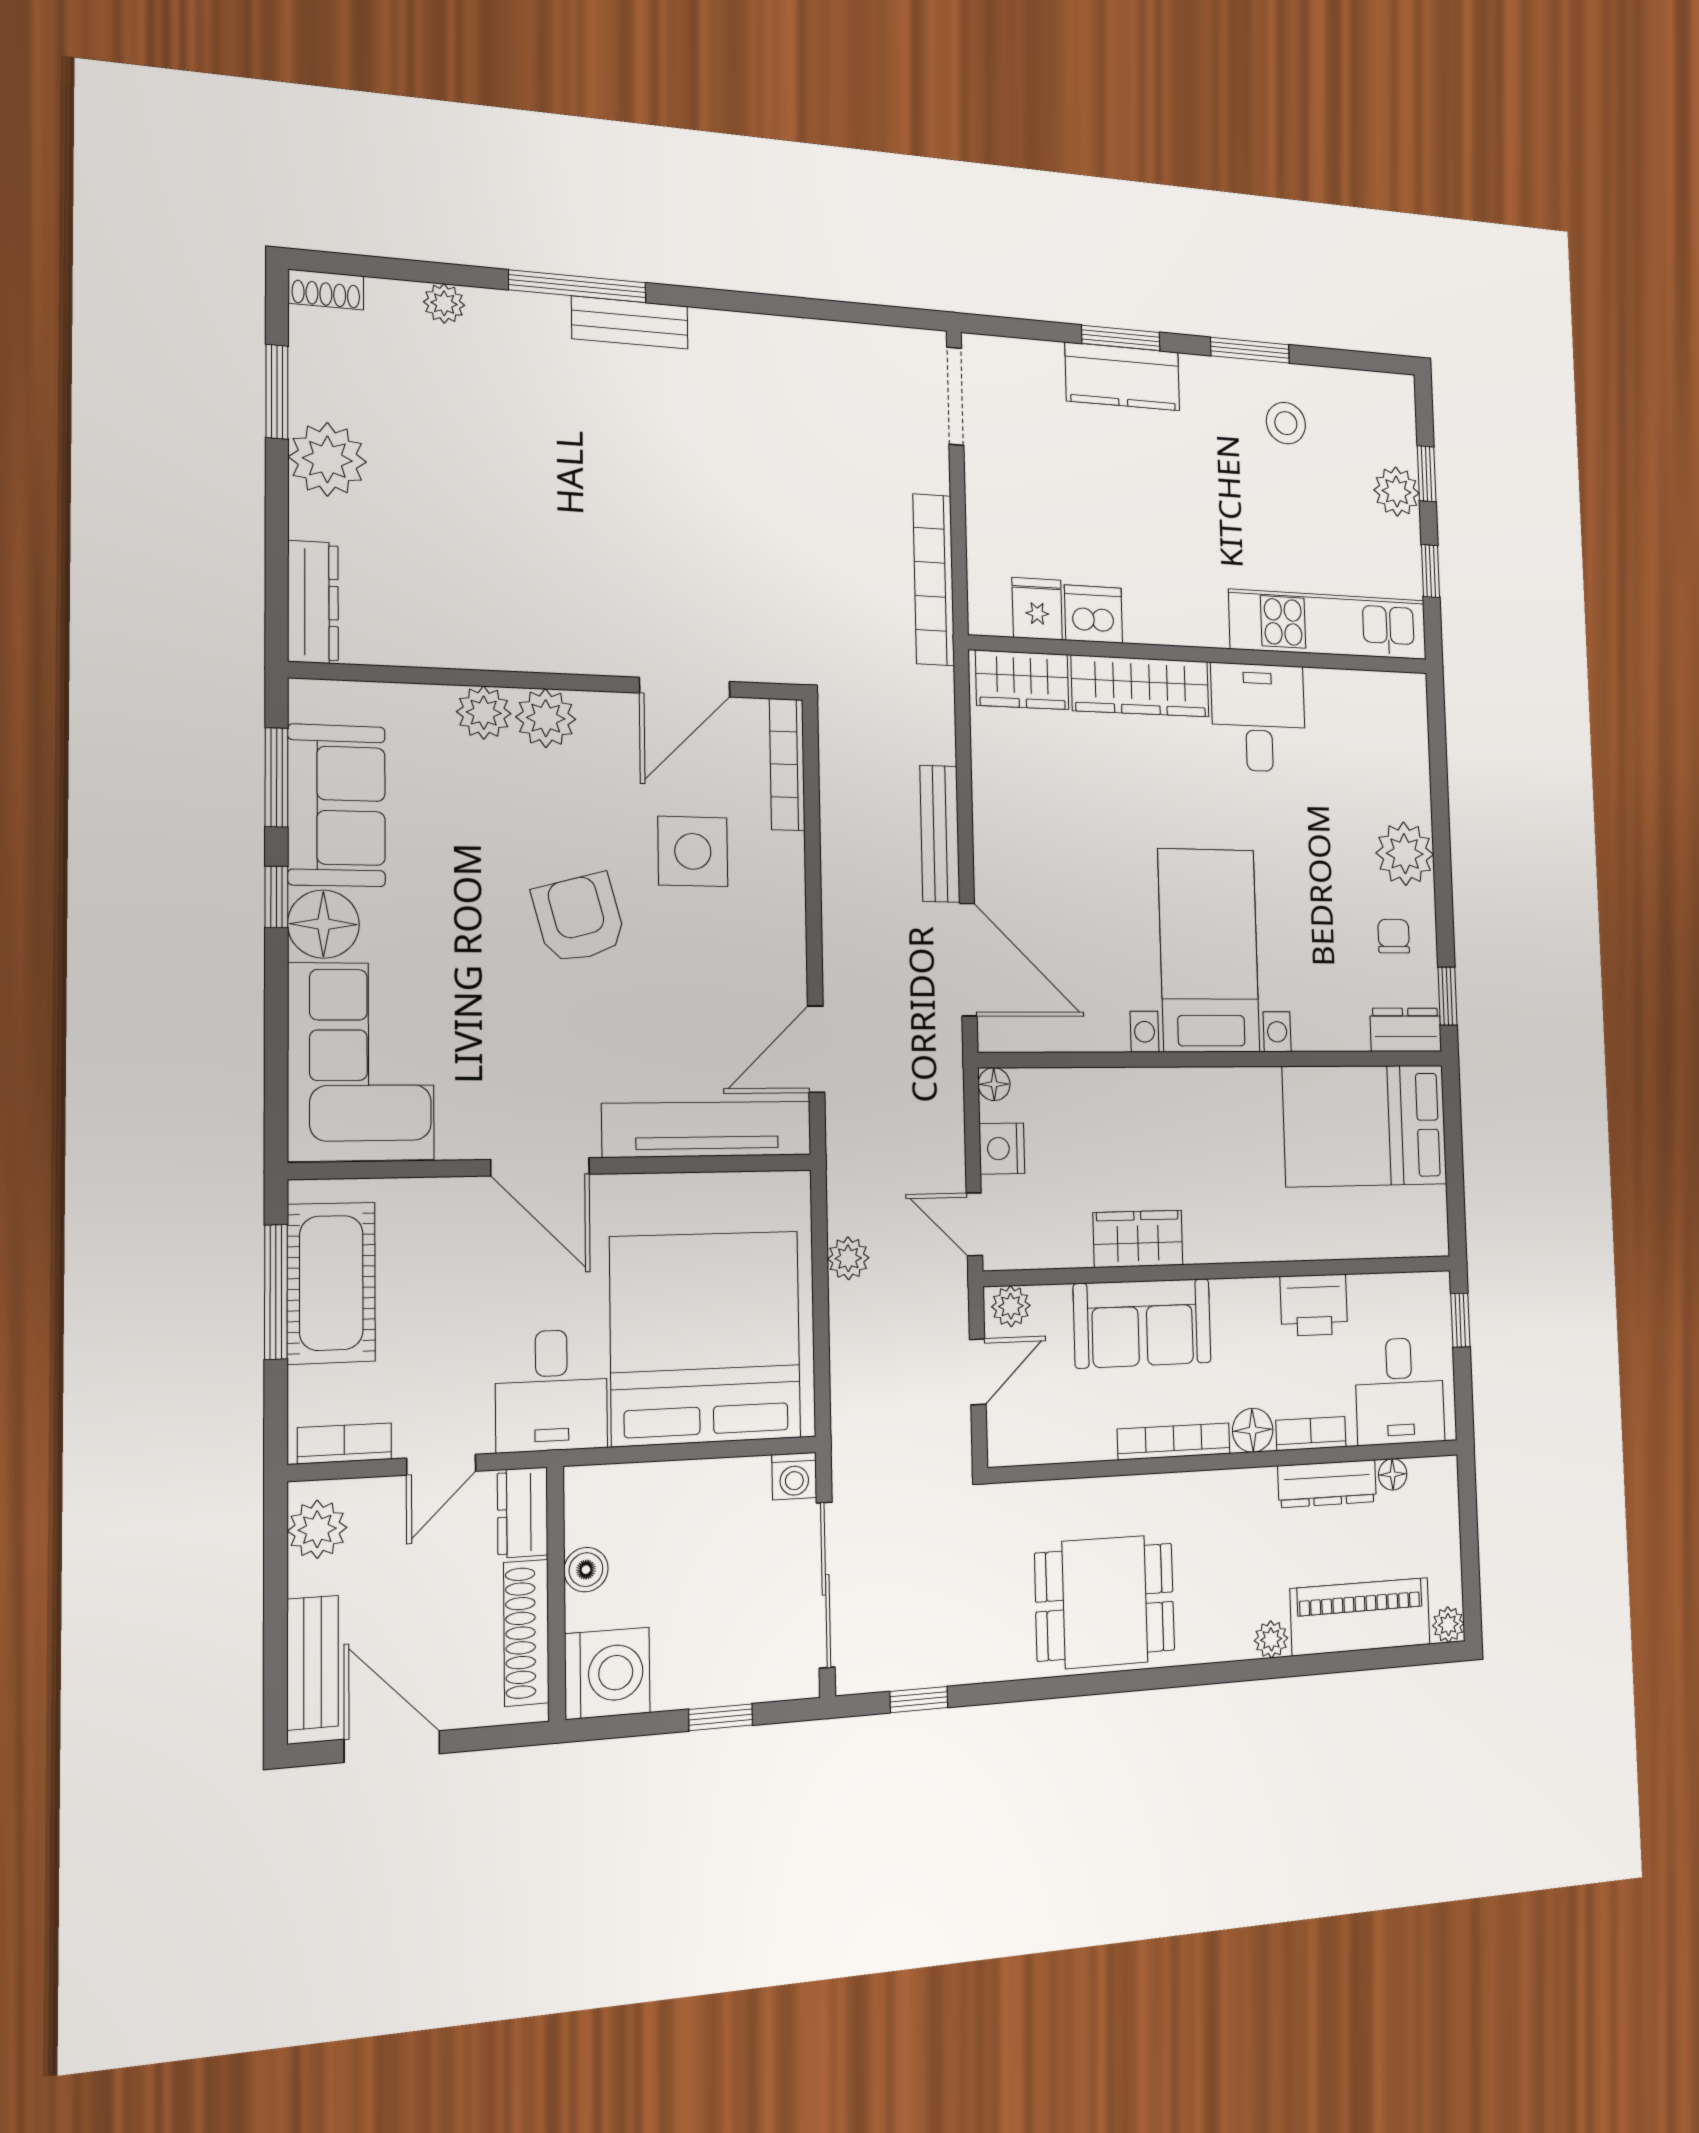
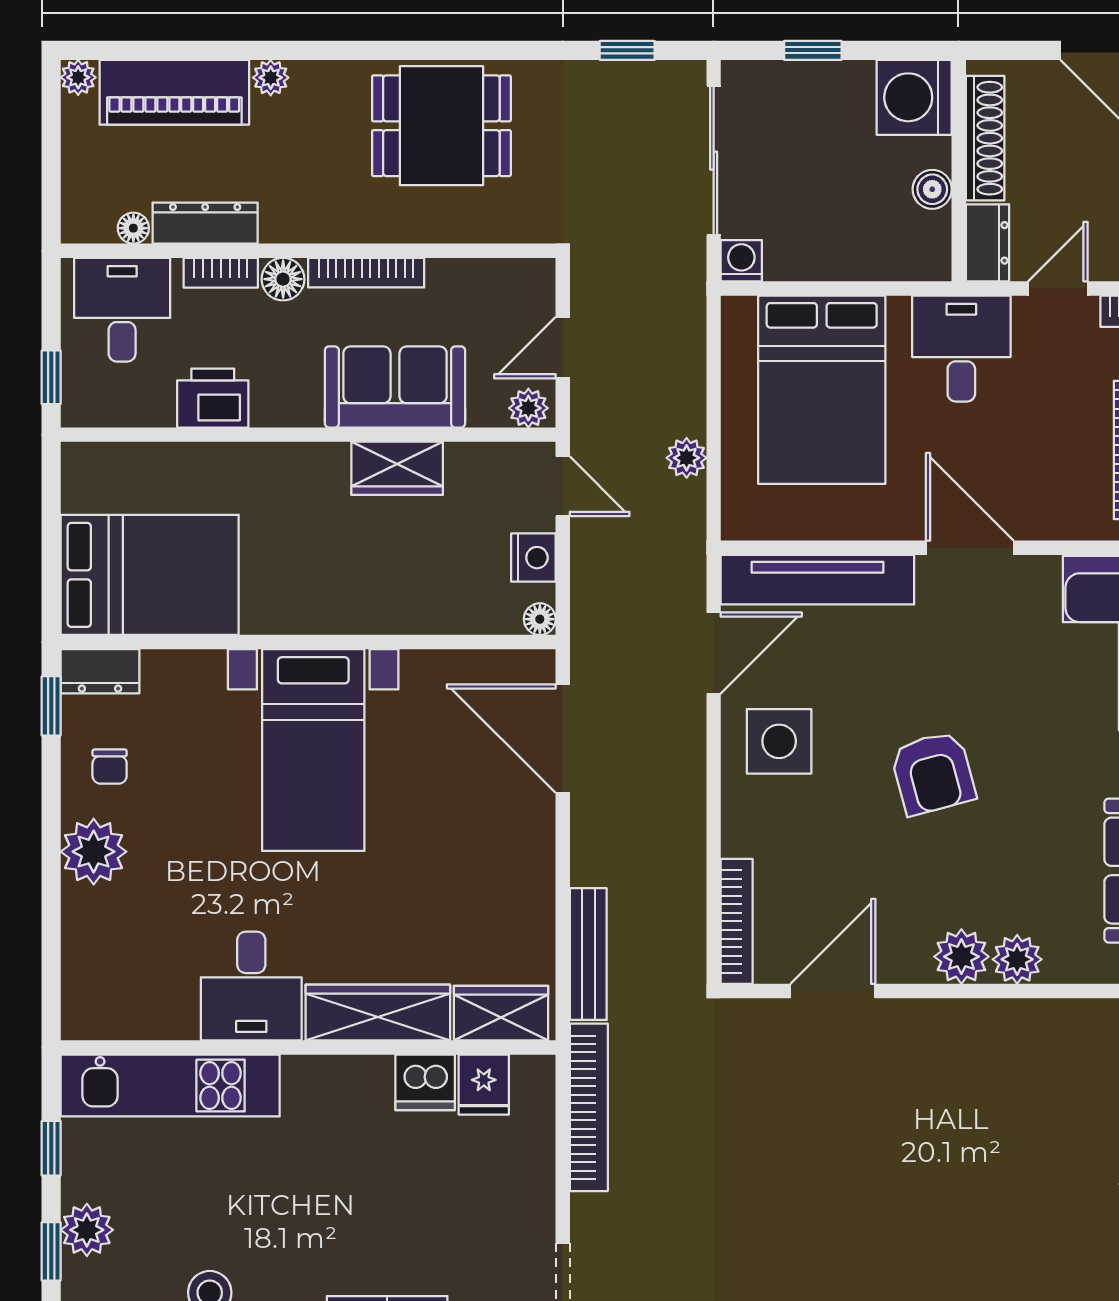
bench: (940, 834) -> (588, 954), moved
side table: (693, 851) -> (779, 741), moved
bed: (706, 1338) -> (822, 390), width x0.73

